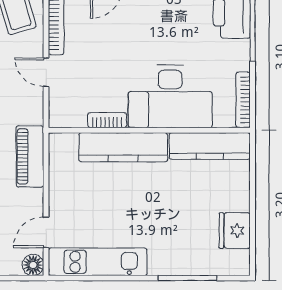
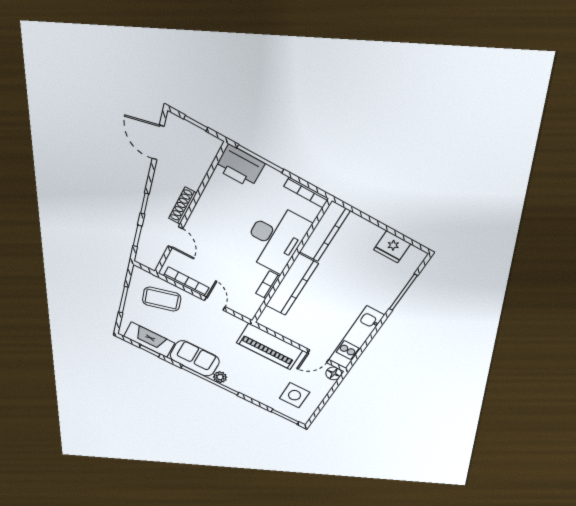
door: (46, 72) -> (215, 304), swing flipped
piano: (30, 156) -> (270, 346), width x1.37, depth x1.33
door: (46, 232) -> (318, 356), hinge flipped

